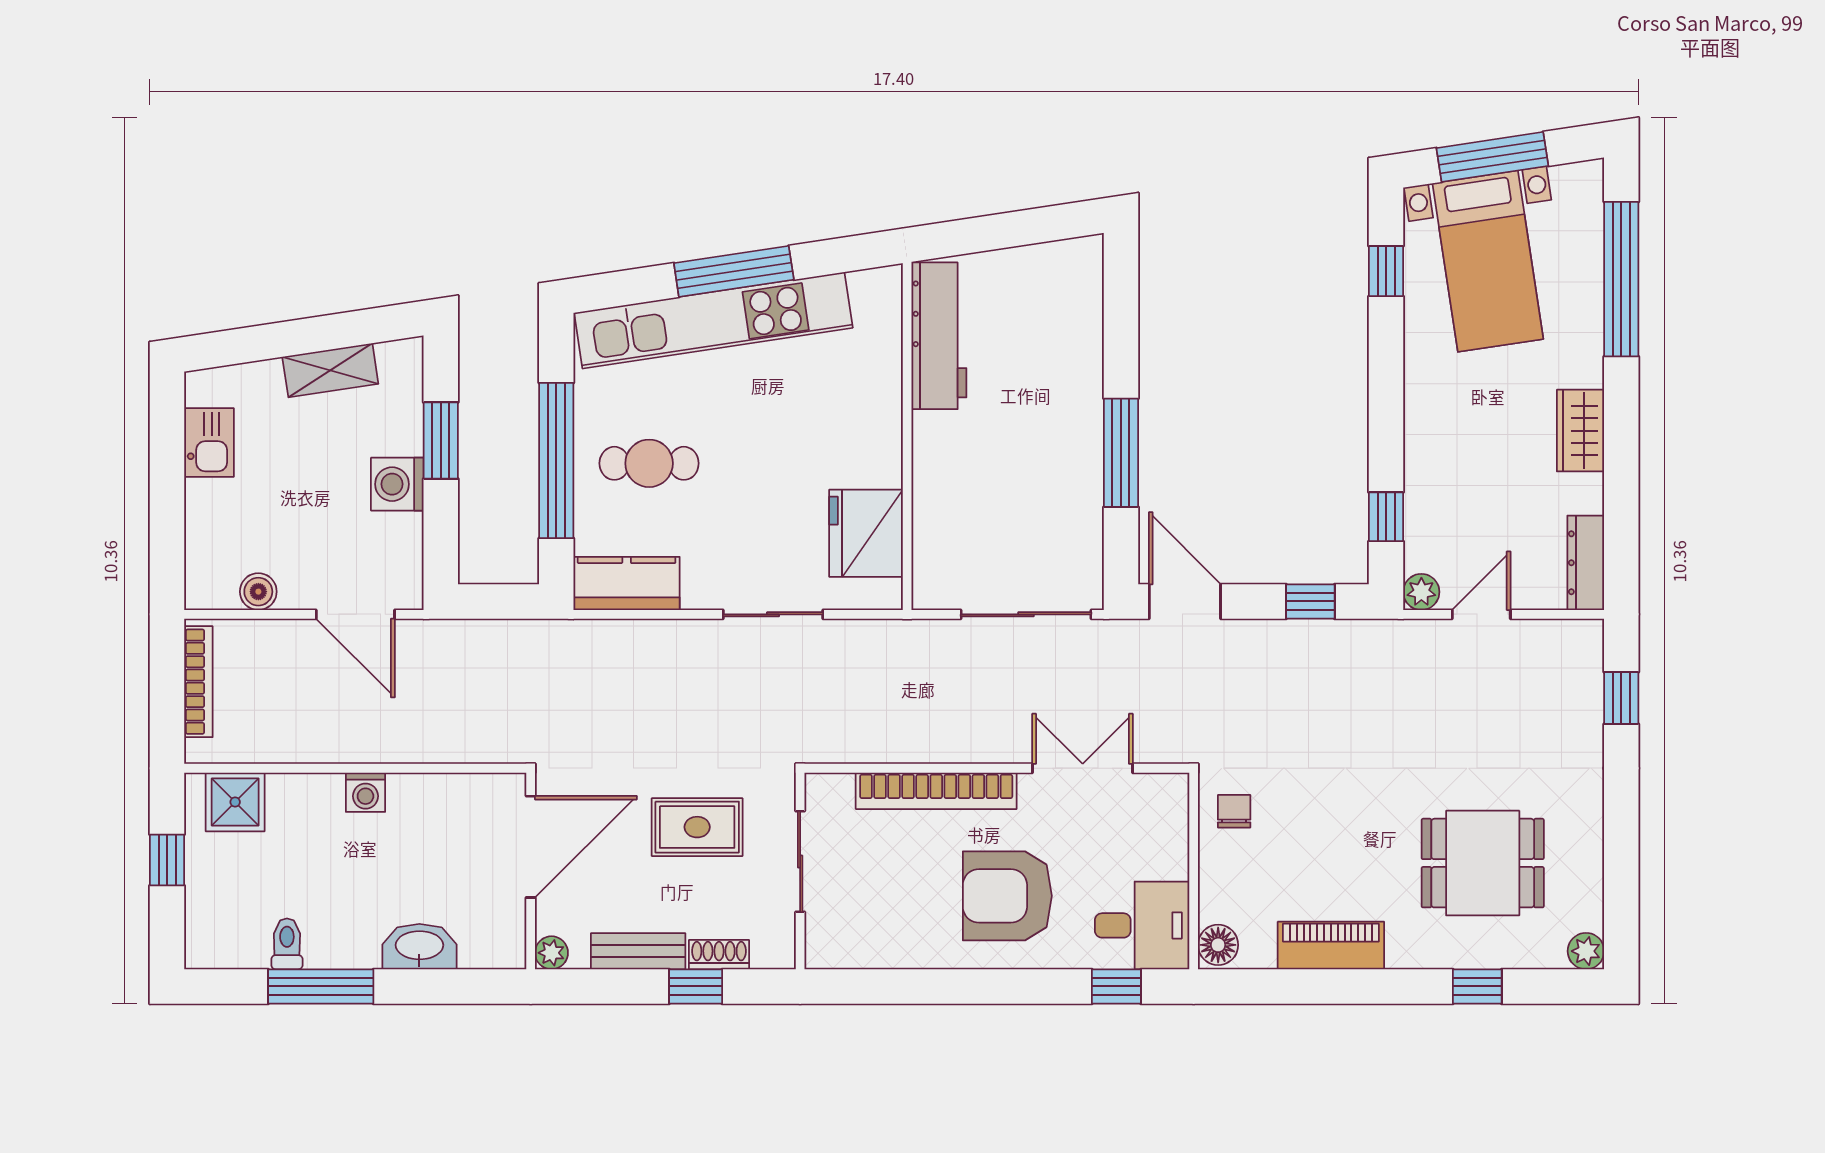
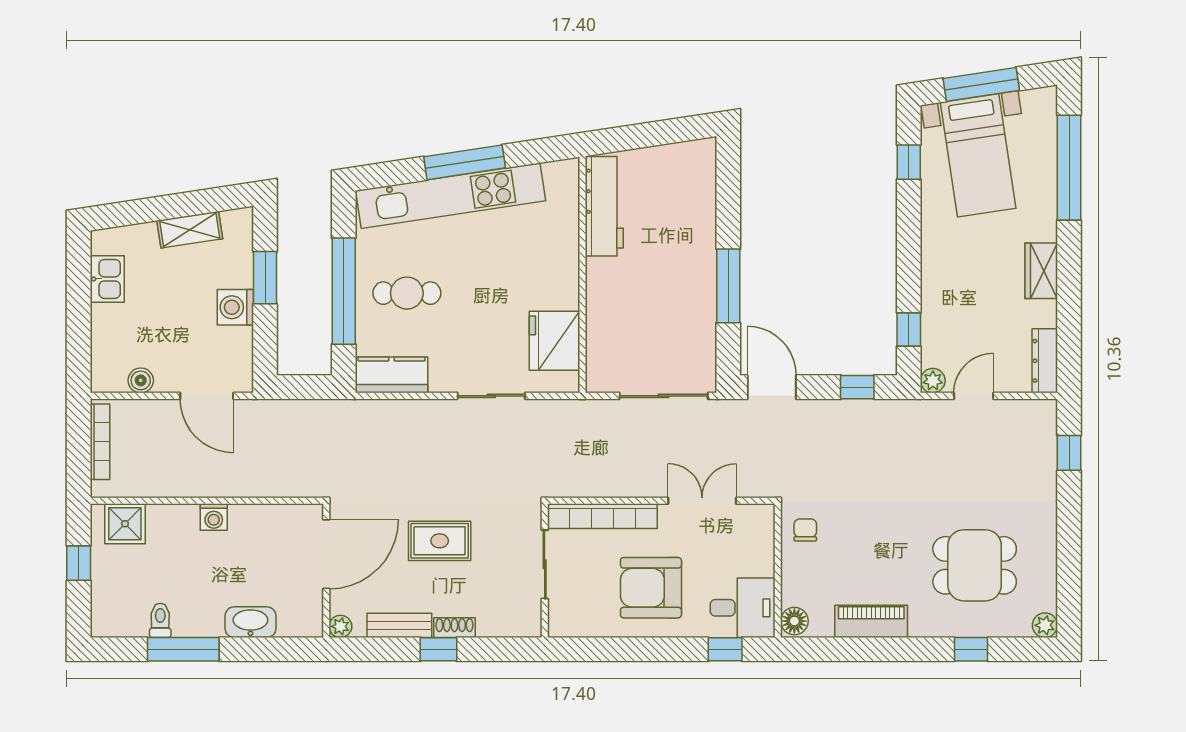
sliding door: (800, 862) -> (545, 564), moved
wall: (800, 871) -> (545, 571), moved

